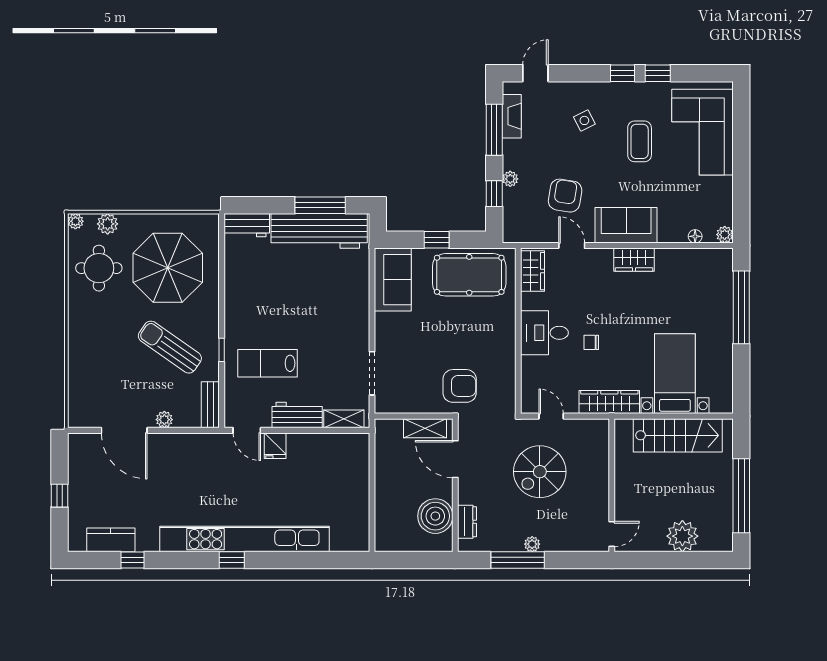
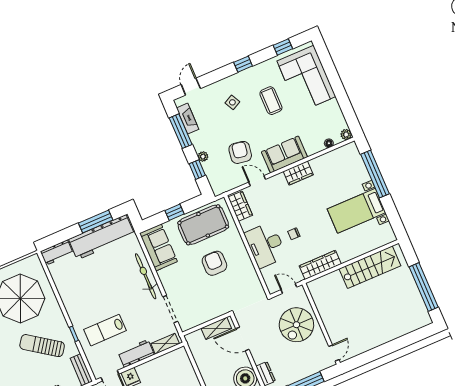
window: (658, 73) -> (283, 47), moved
bicycle: (357, 312) -> (146, 276), added
desk: (544, 333) -> (265, 245), width x1.37
bed with nightstands: (675, 374) -> (357, 211), moved, turned -90
armchair: (460, 386) -> (214, 263), moved, turned -90
wall: (612, 485) -> (321, 324), moved
door: (612, 534) -> (334, 353), moved
plant: (682, 536) -> (399, 327), removed
plant: (532, 544) -> (311, 370), removed

